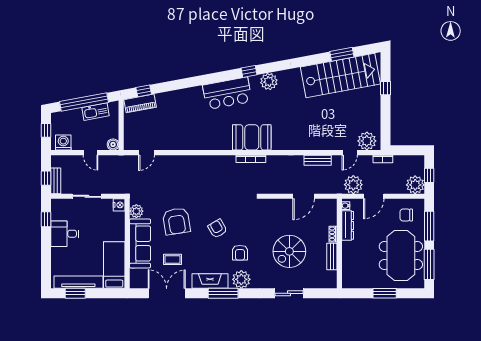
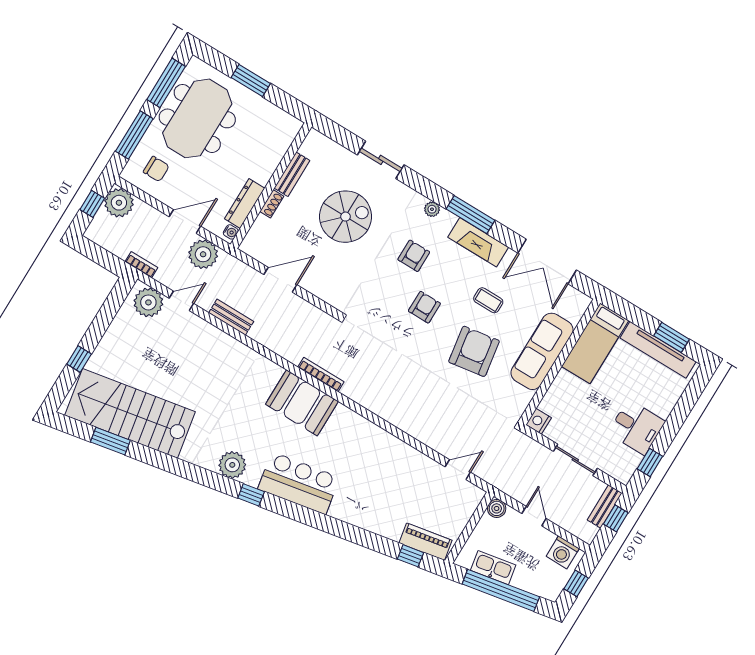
plant: (136, 211) -> (520, 398), removed
armchair: (217, 229) -> (424, 307), turned -150
coffee table: (172, 259) -> (488, 300), moved
plant: (241, 279) -> (432, 209), width x0.53, depth x0.53

